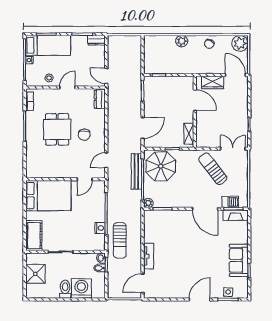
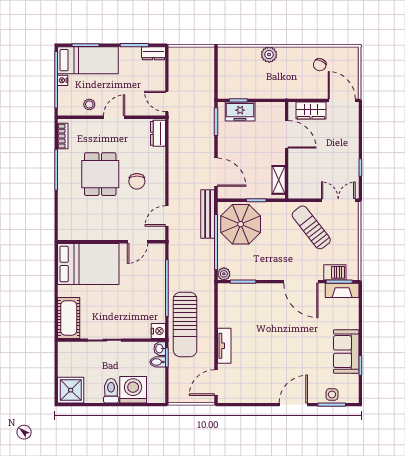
plant: (240, 43) -> (348, 58), removed
chair: (209, 44) -> (320, 65), moved
freezer: (160, 83) -> (240, 112), added
door: (143, 128) -> (216, 172), hinge flipped
bench: (136, 171) -> (208, 214), moved
nightstand: (100, 228) -> (158, 331), moved
sun lounger: (120, 240) -> (185, 325), width x1.36, depth x1.34
shower: (35, 274) -> (71, 390), moved

